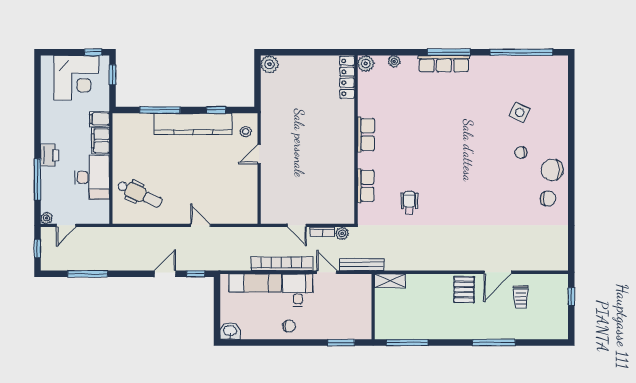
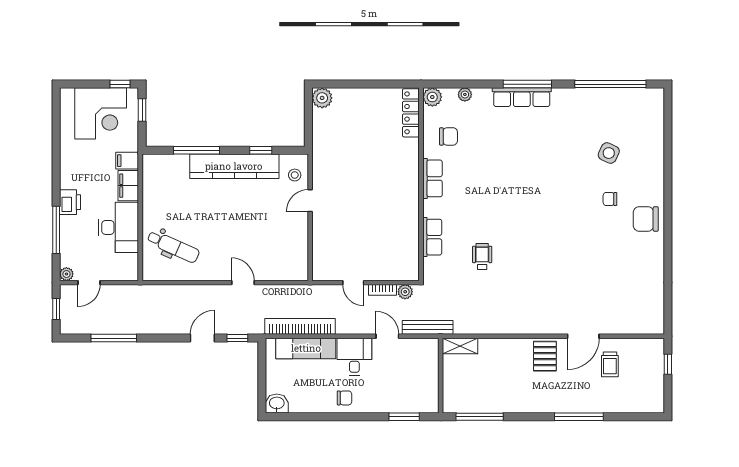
chair: (548, 199) -> (448, 136), moved
bookcase: (282, 264) -> (300, 326), moved

